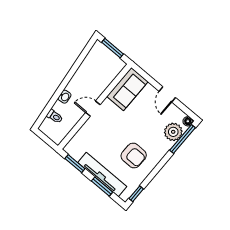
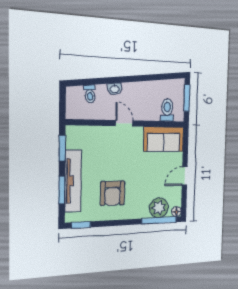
toilet: (109, 70) -> (167, 110), added

